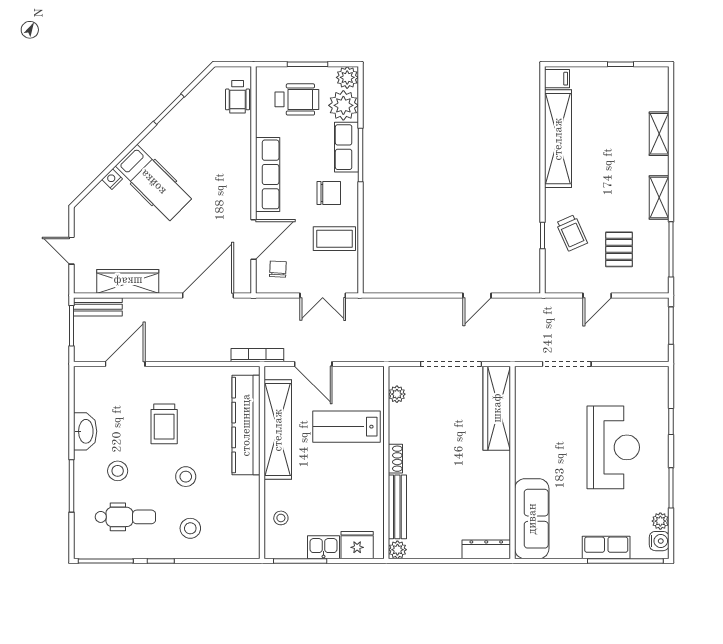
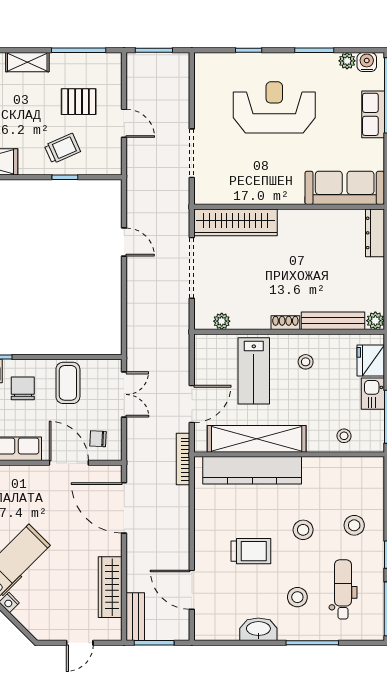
stool: (356, 479) -> (306, 362), added

